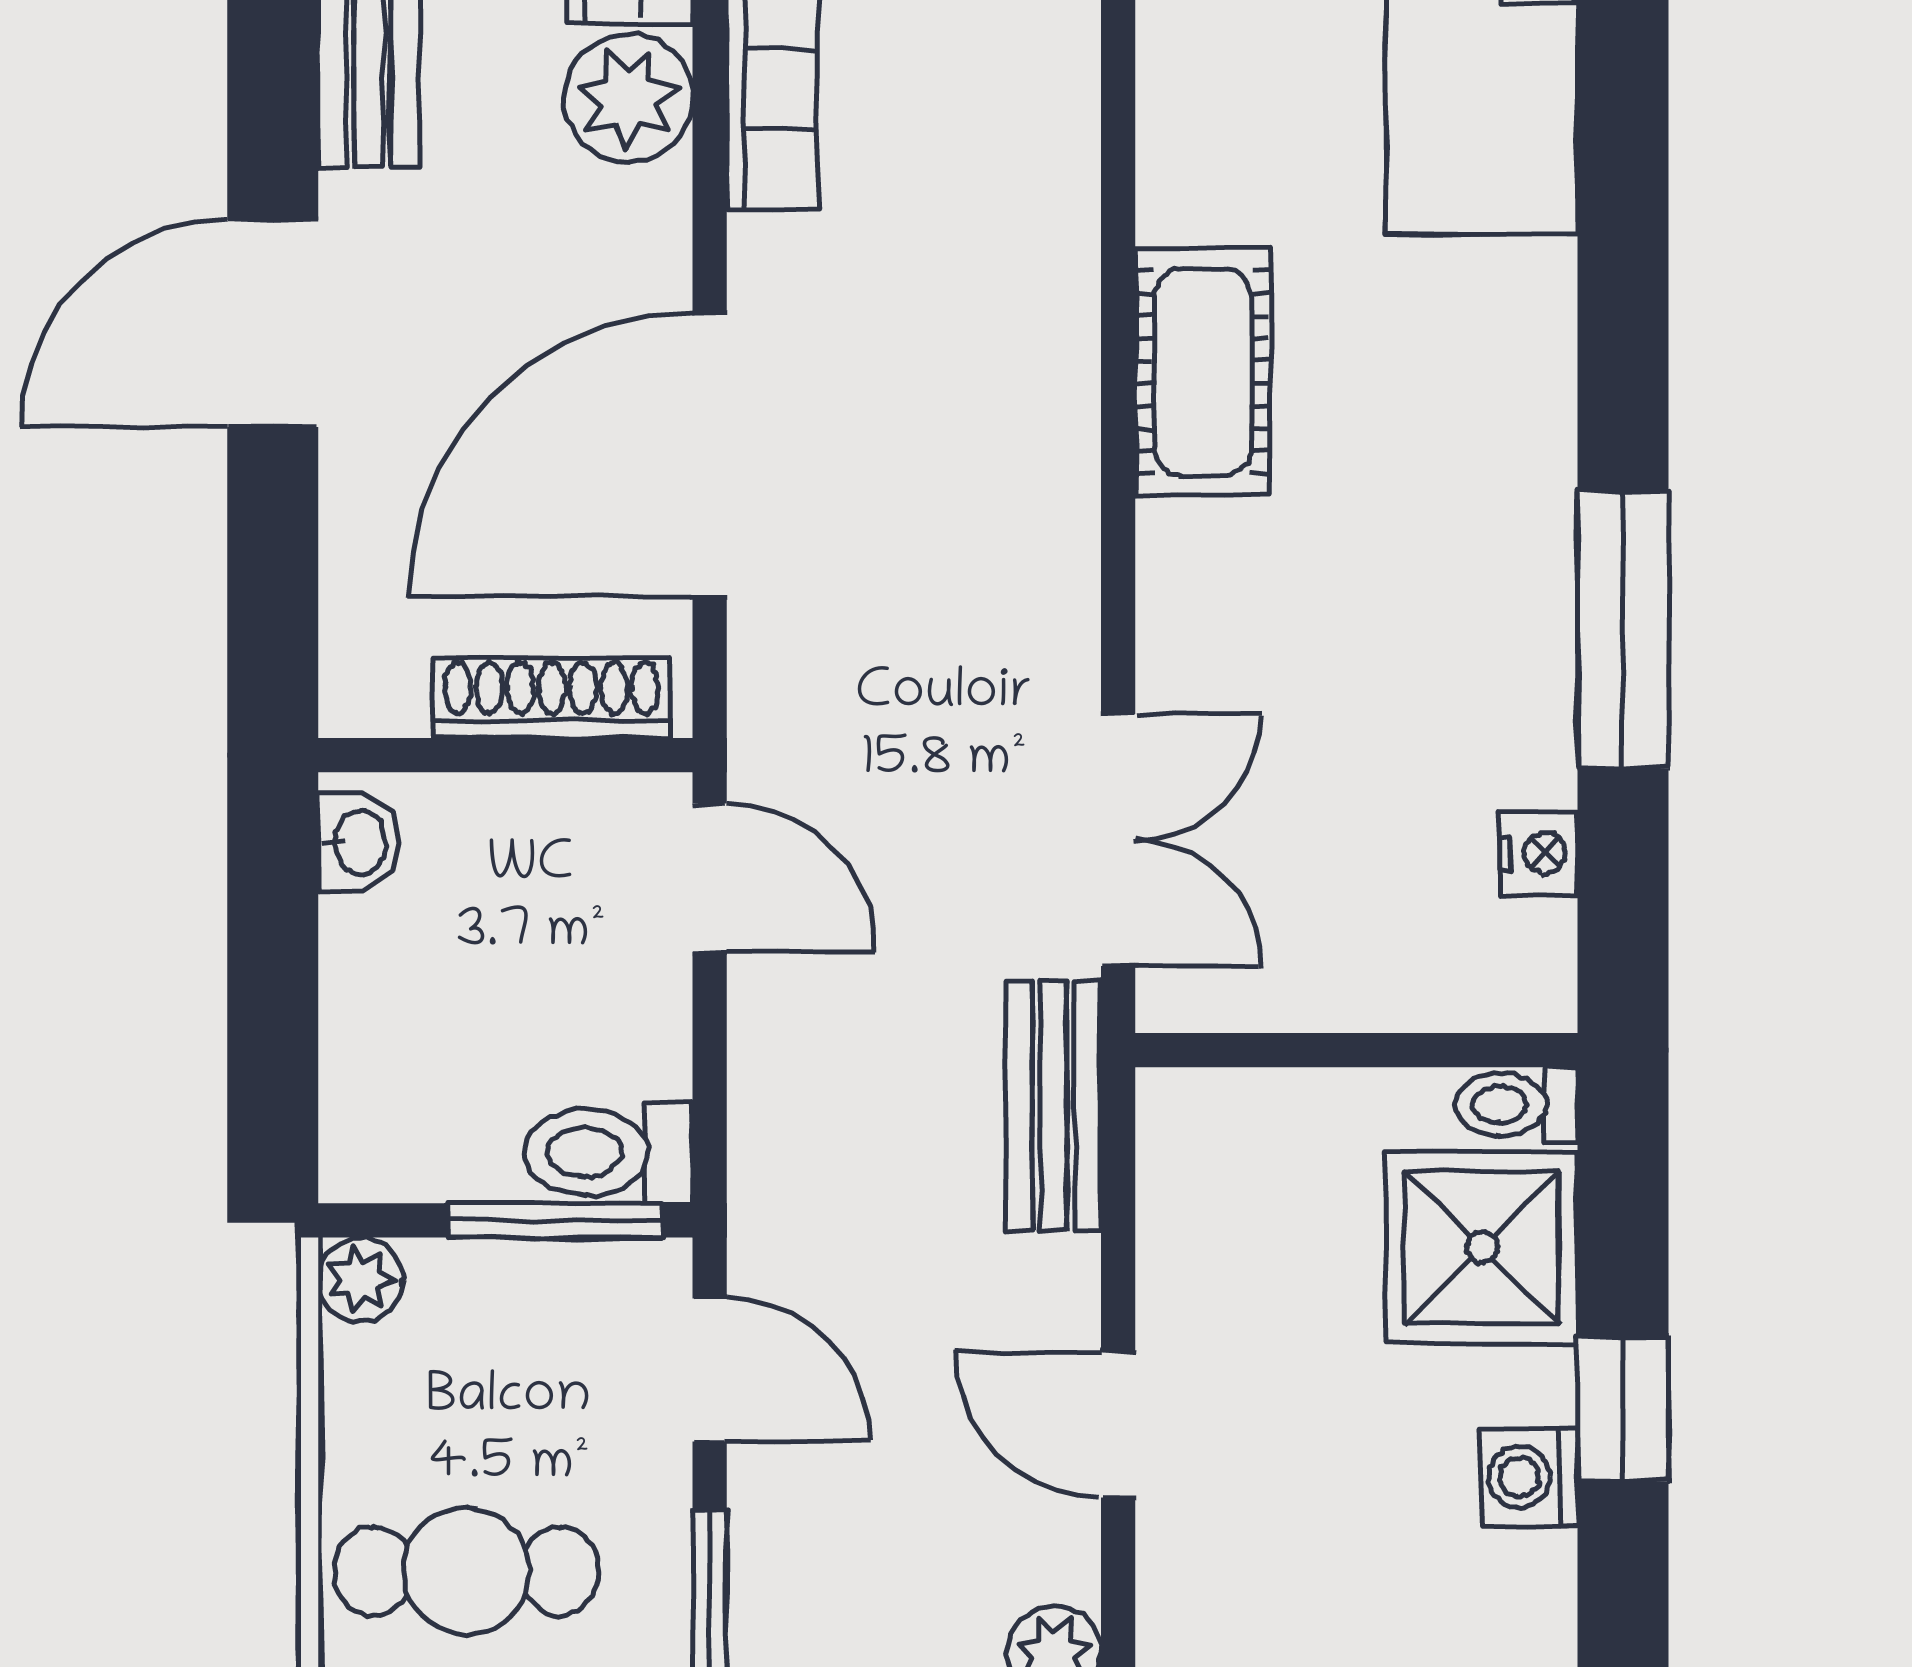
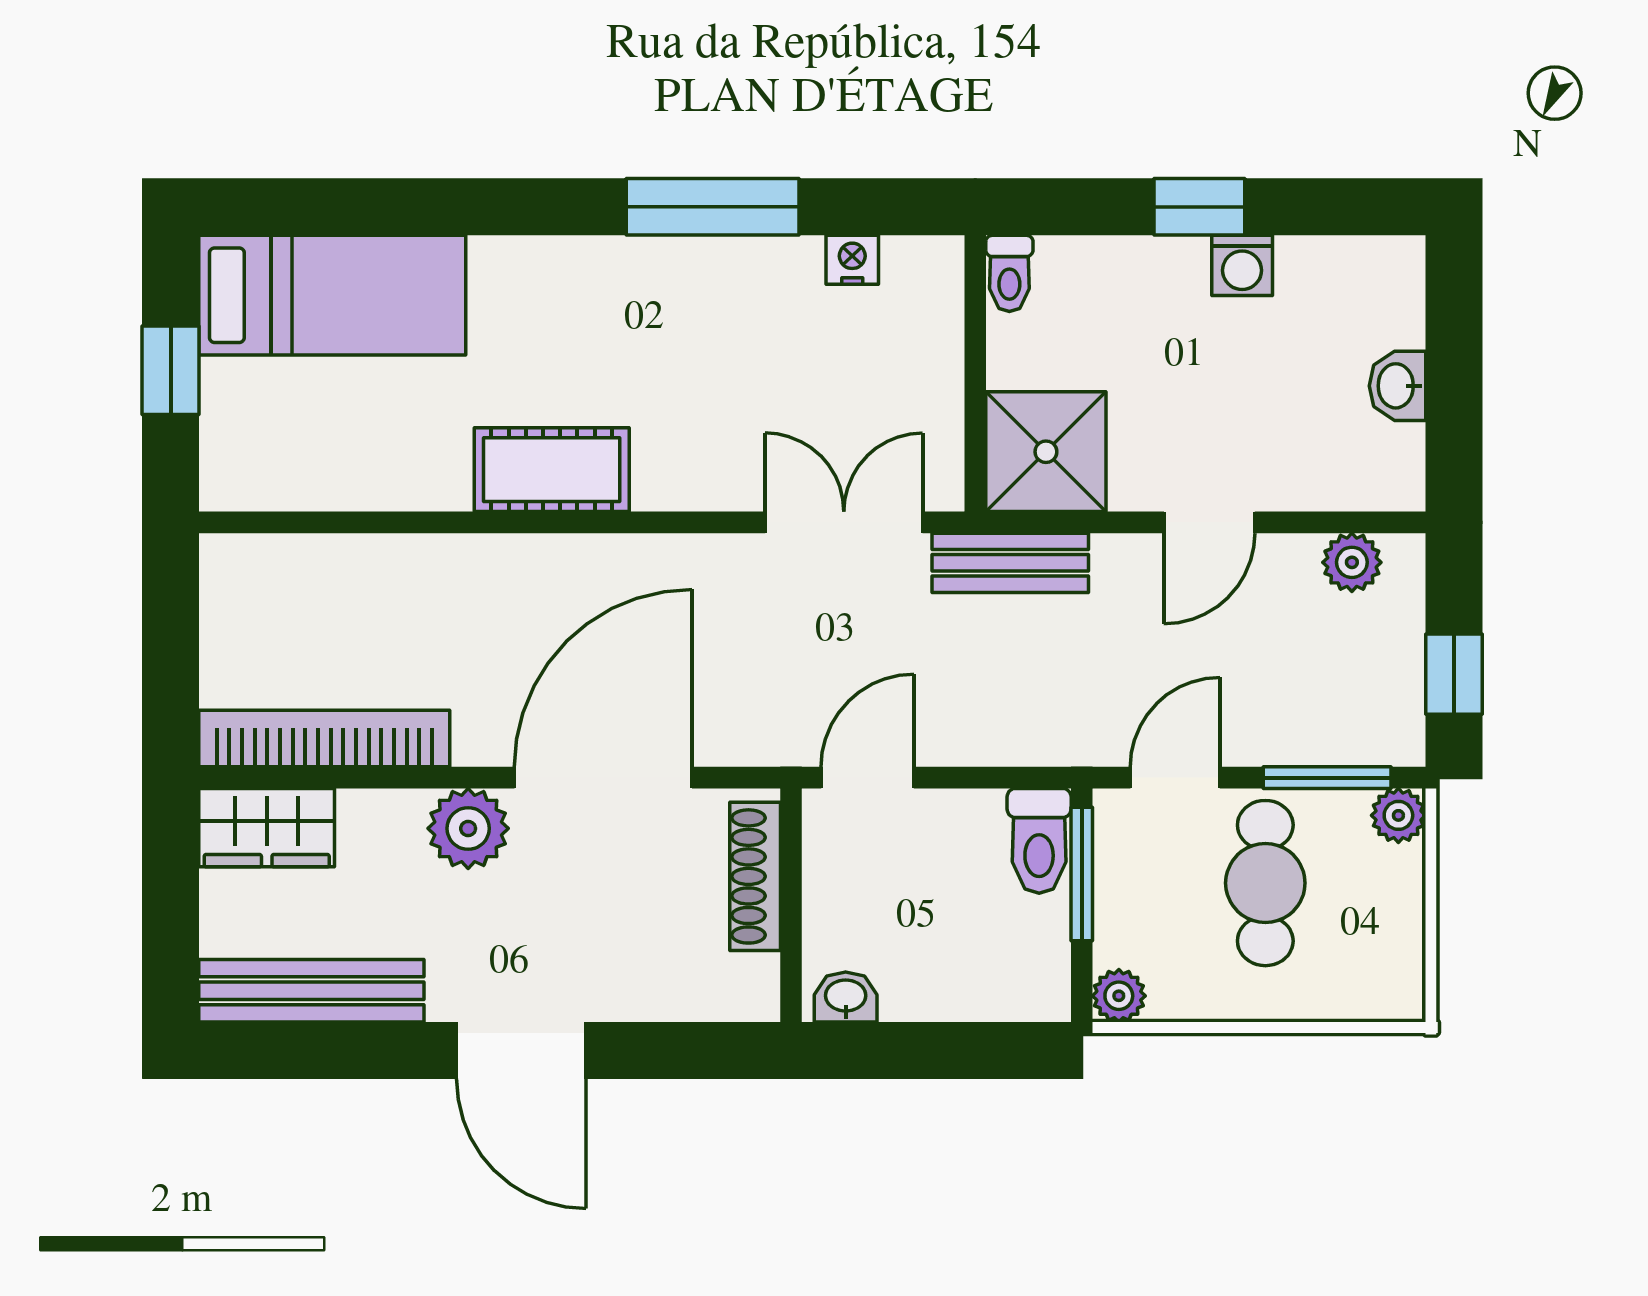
plant: (628, 98) -> (468, 828), moved
door: (710, 455) -> (603, 778), swing flipped
shower: (1482, 1247) -> (1046, 452), moved
cafe table: (466, 1571) -> (1265, 883), moved

